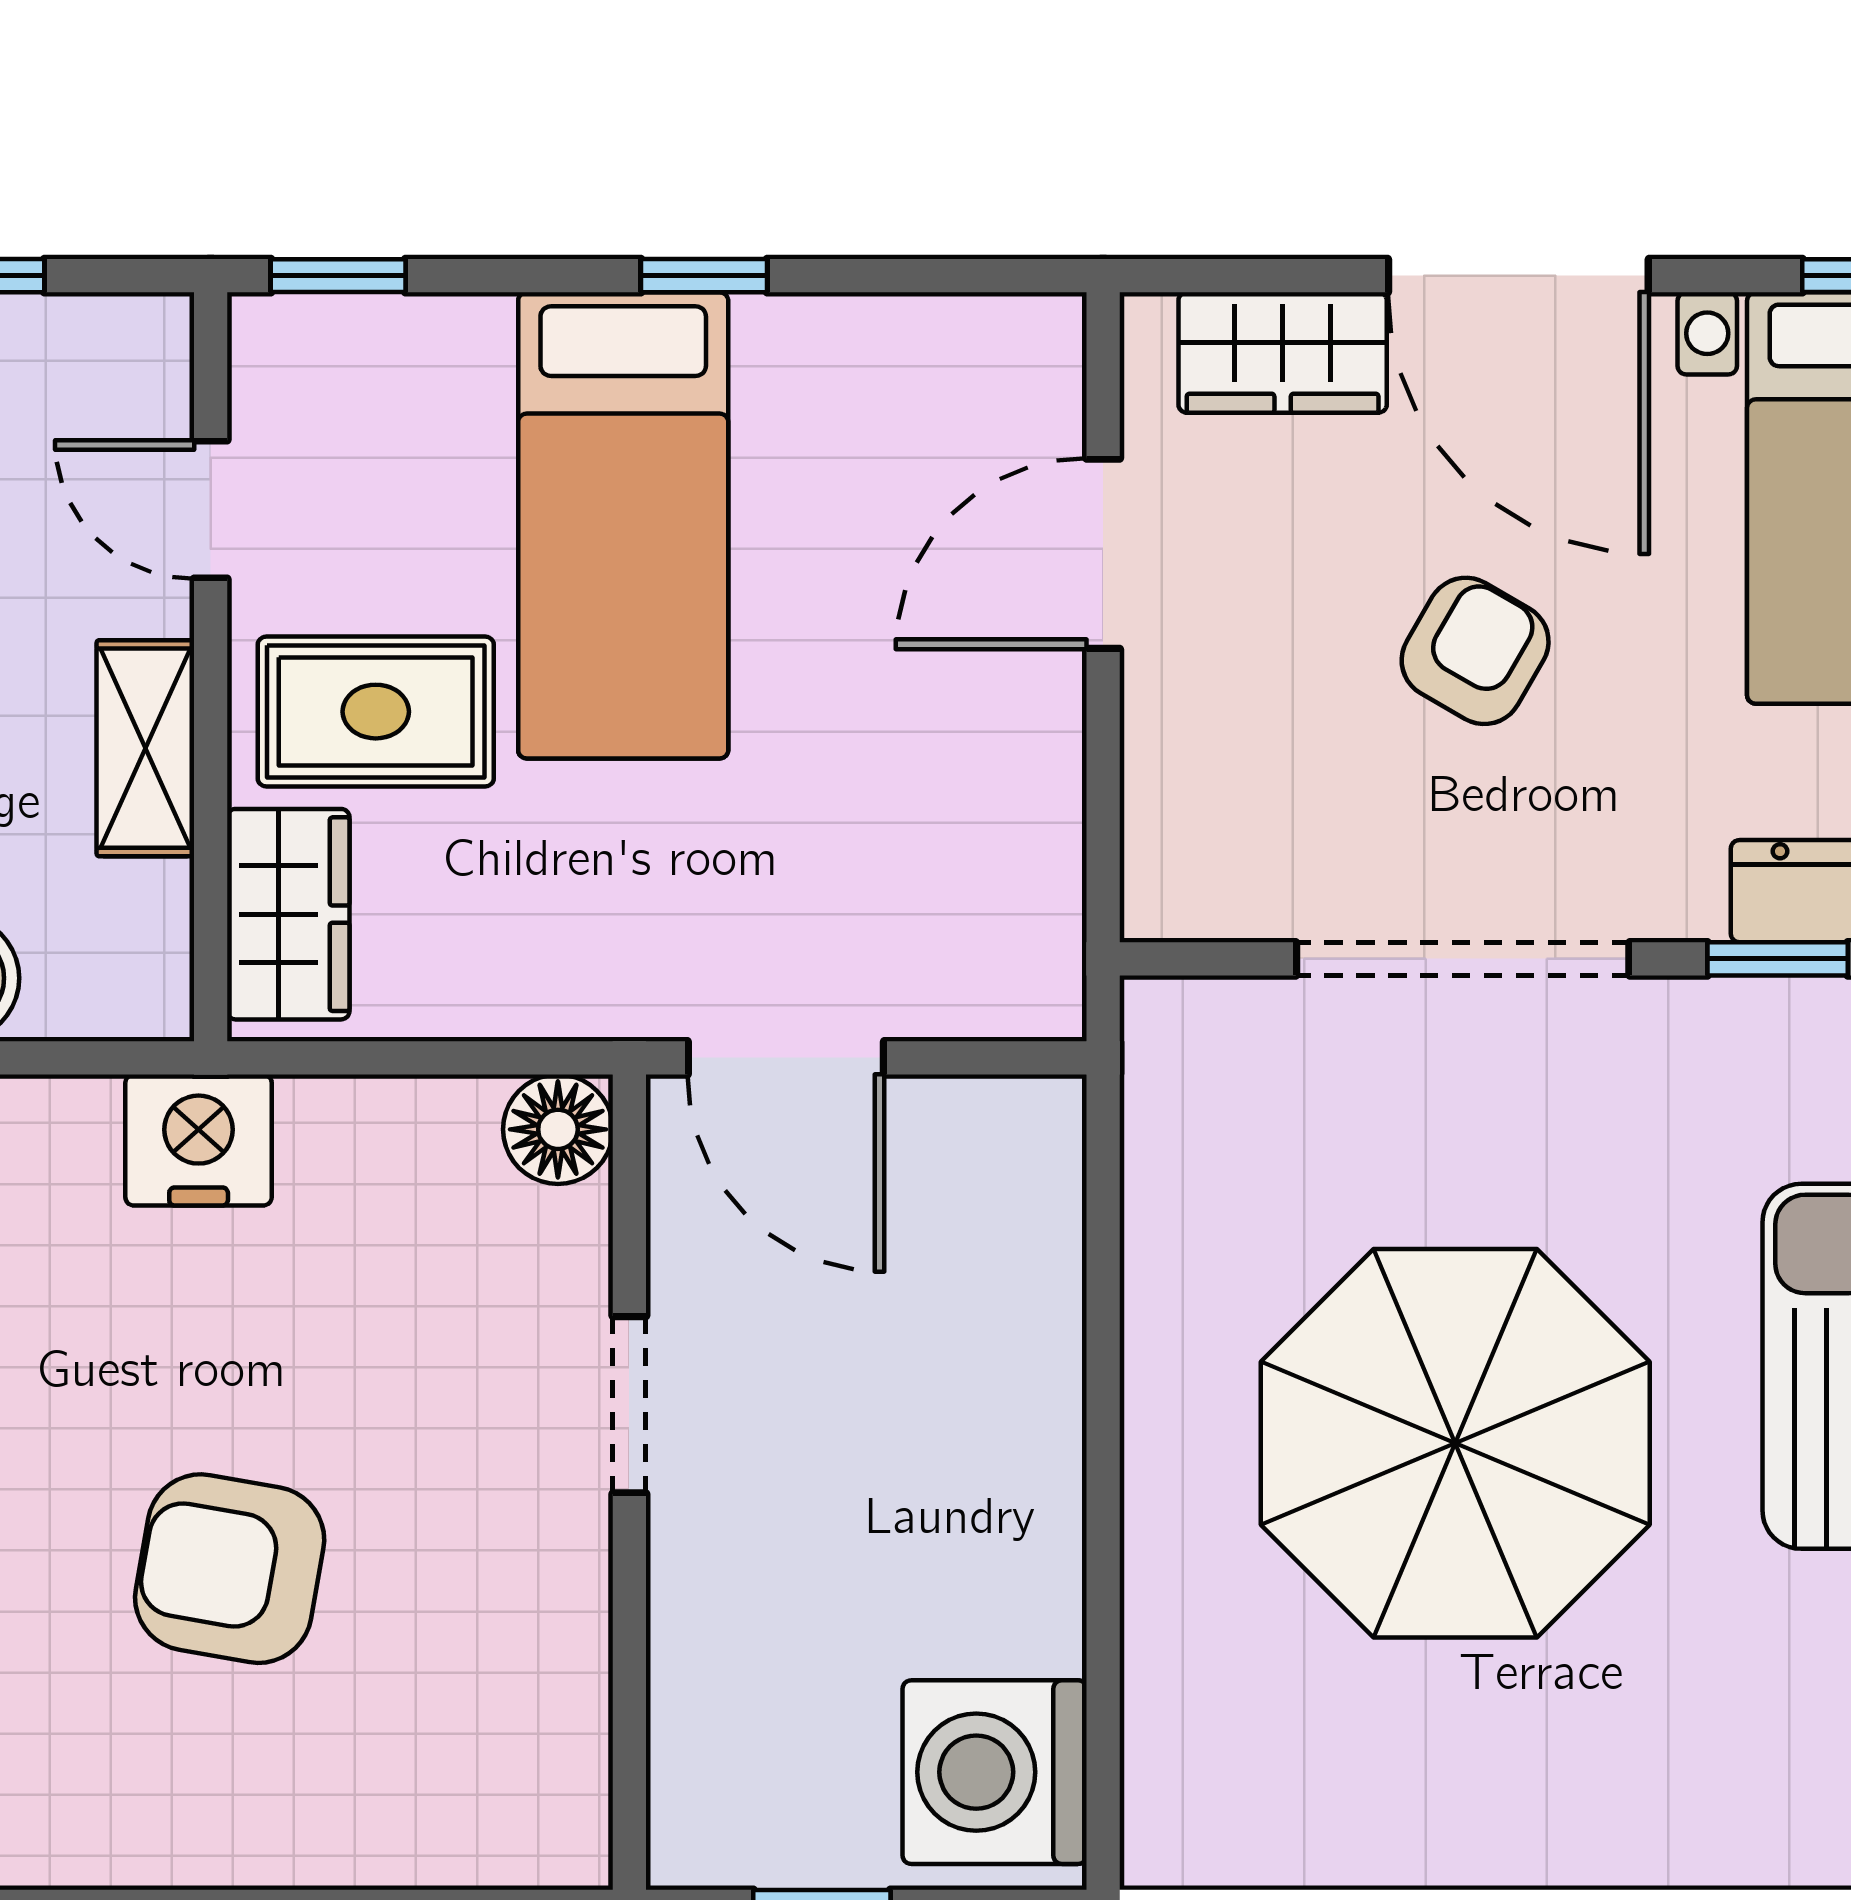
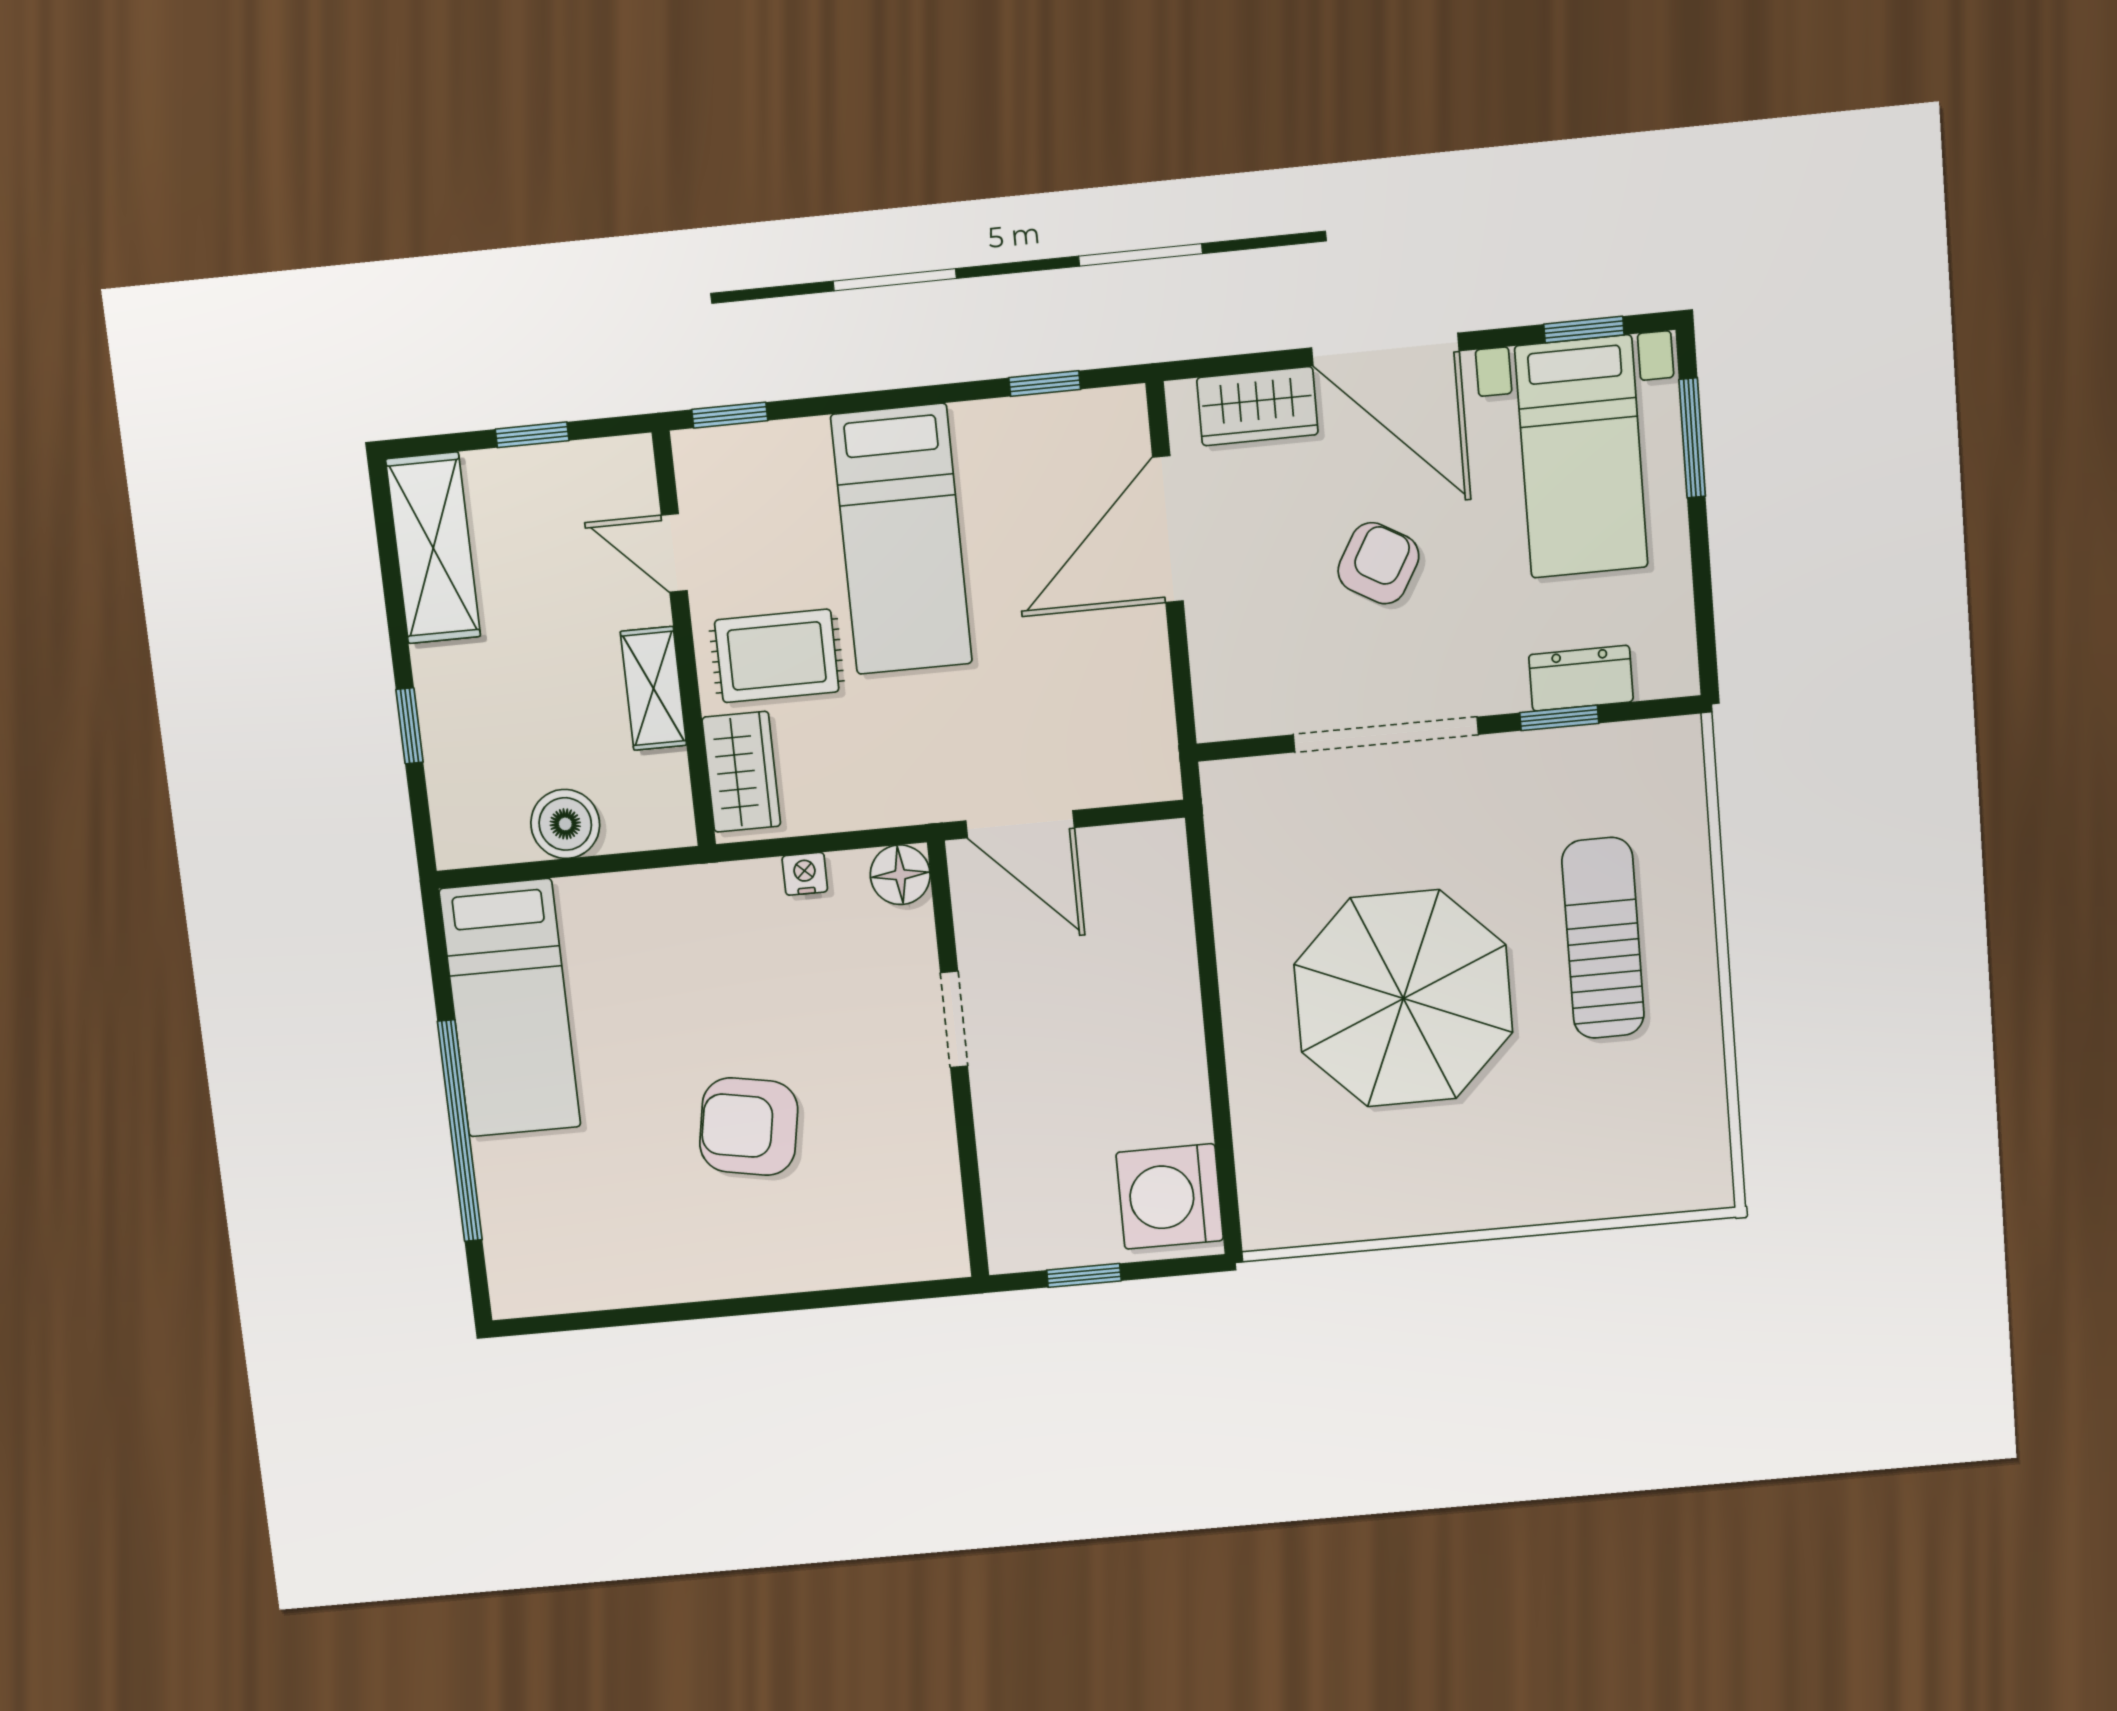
window: (704, 276) -> (1045, 384), moved
door: (1103, 554) -> (1168, 529), width x1.36
nightstand: (199, 1140) -> (805, 874), moved, width x0.53, depth x0.56

